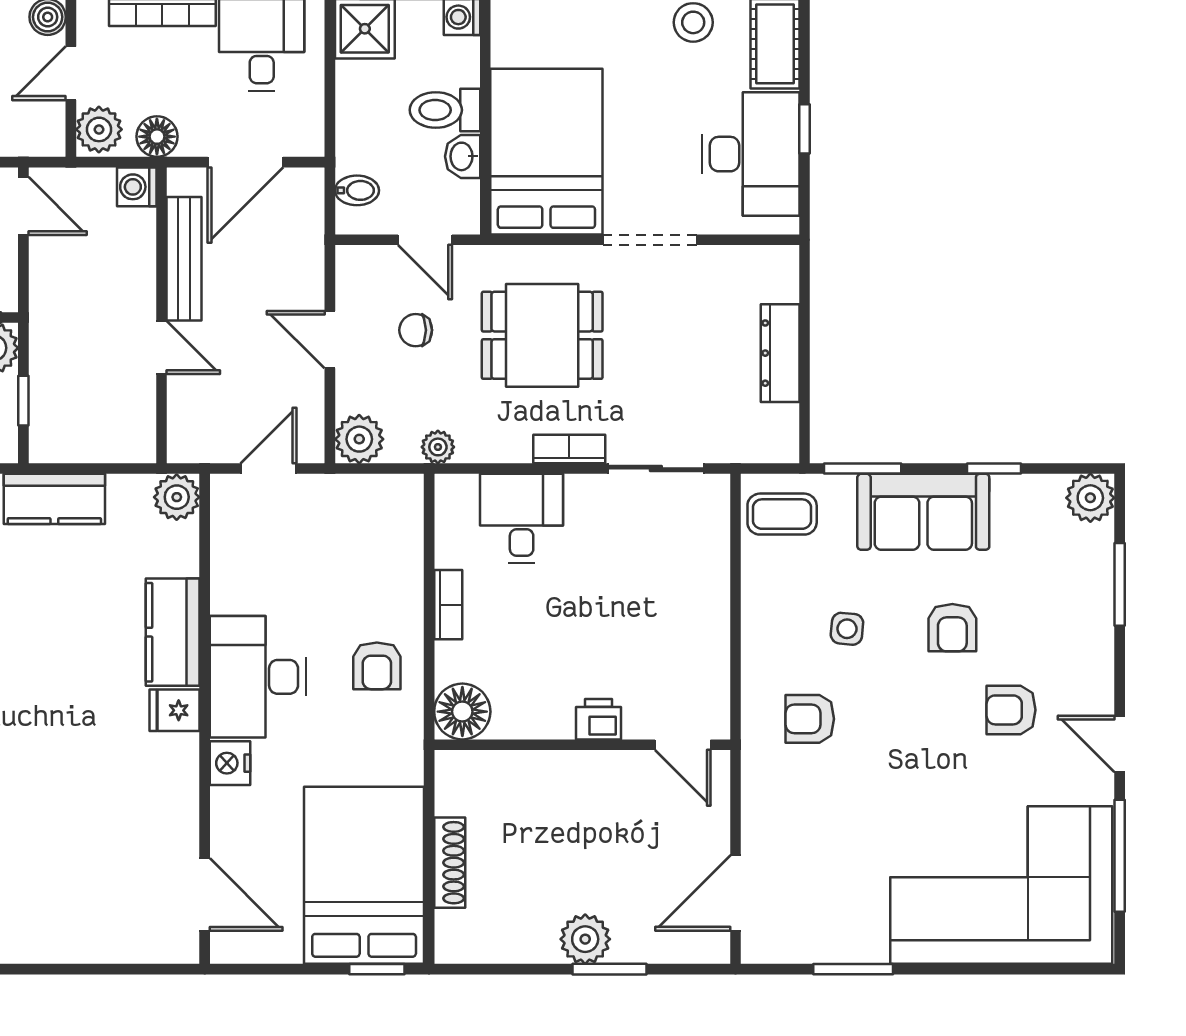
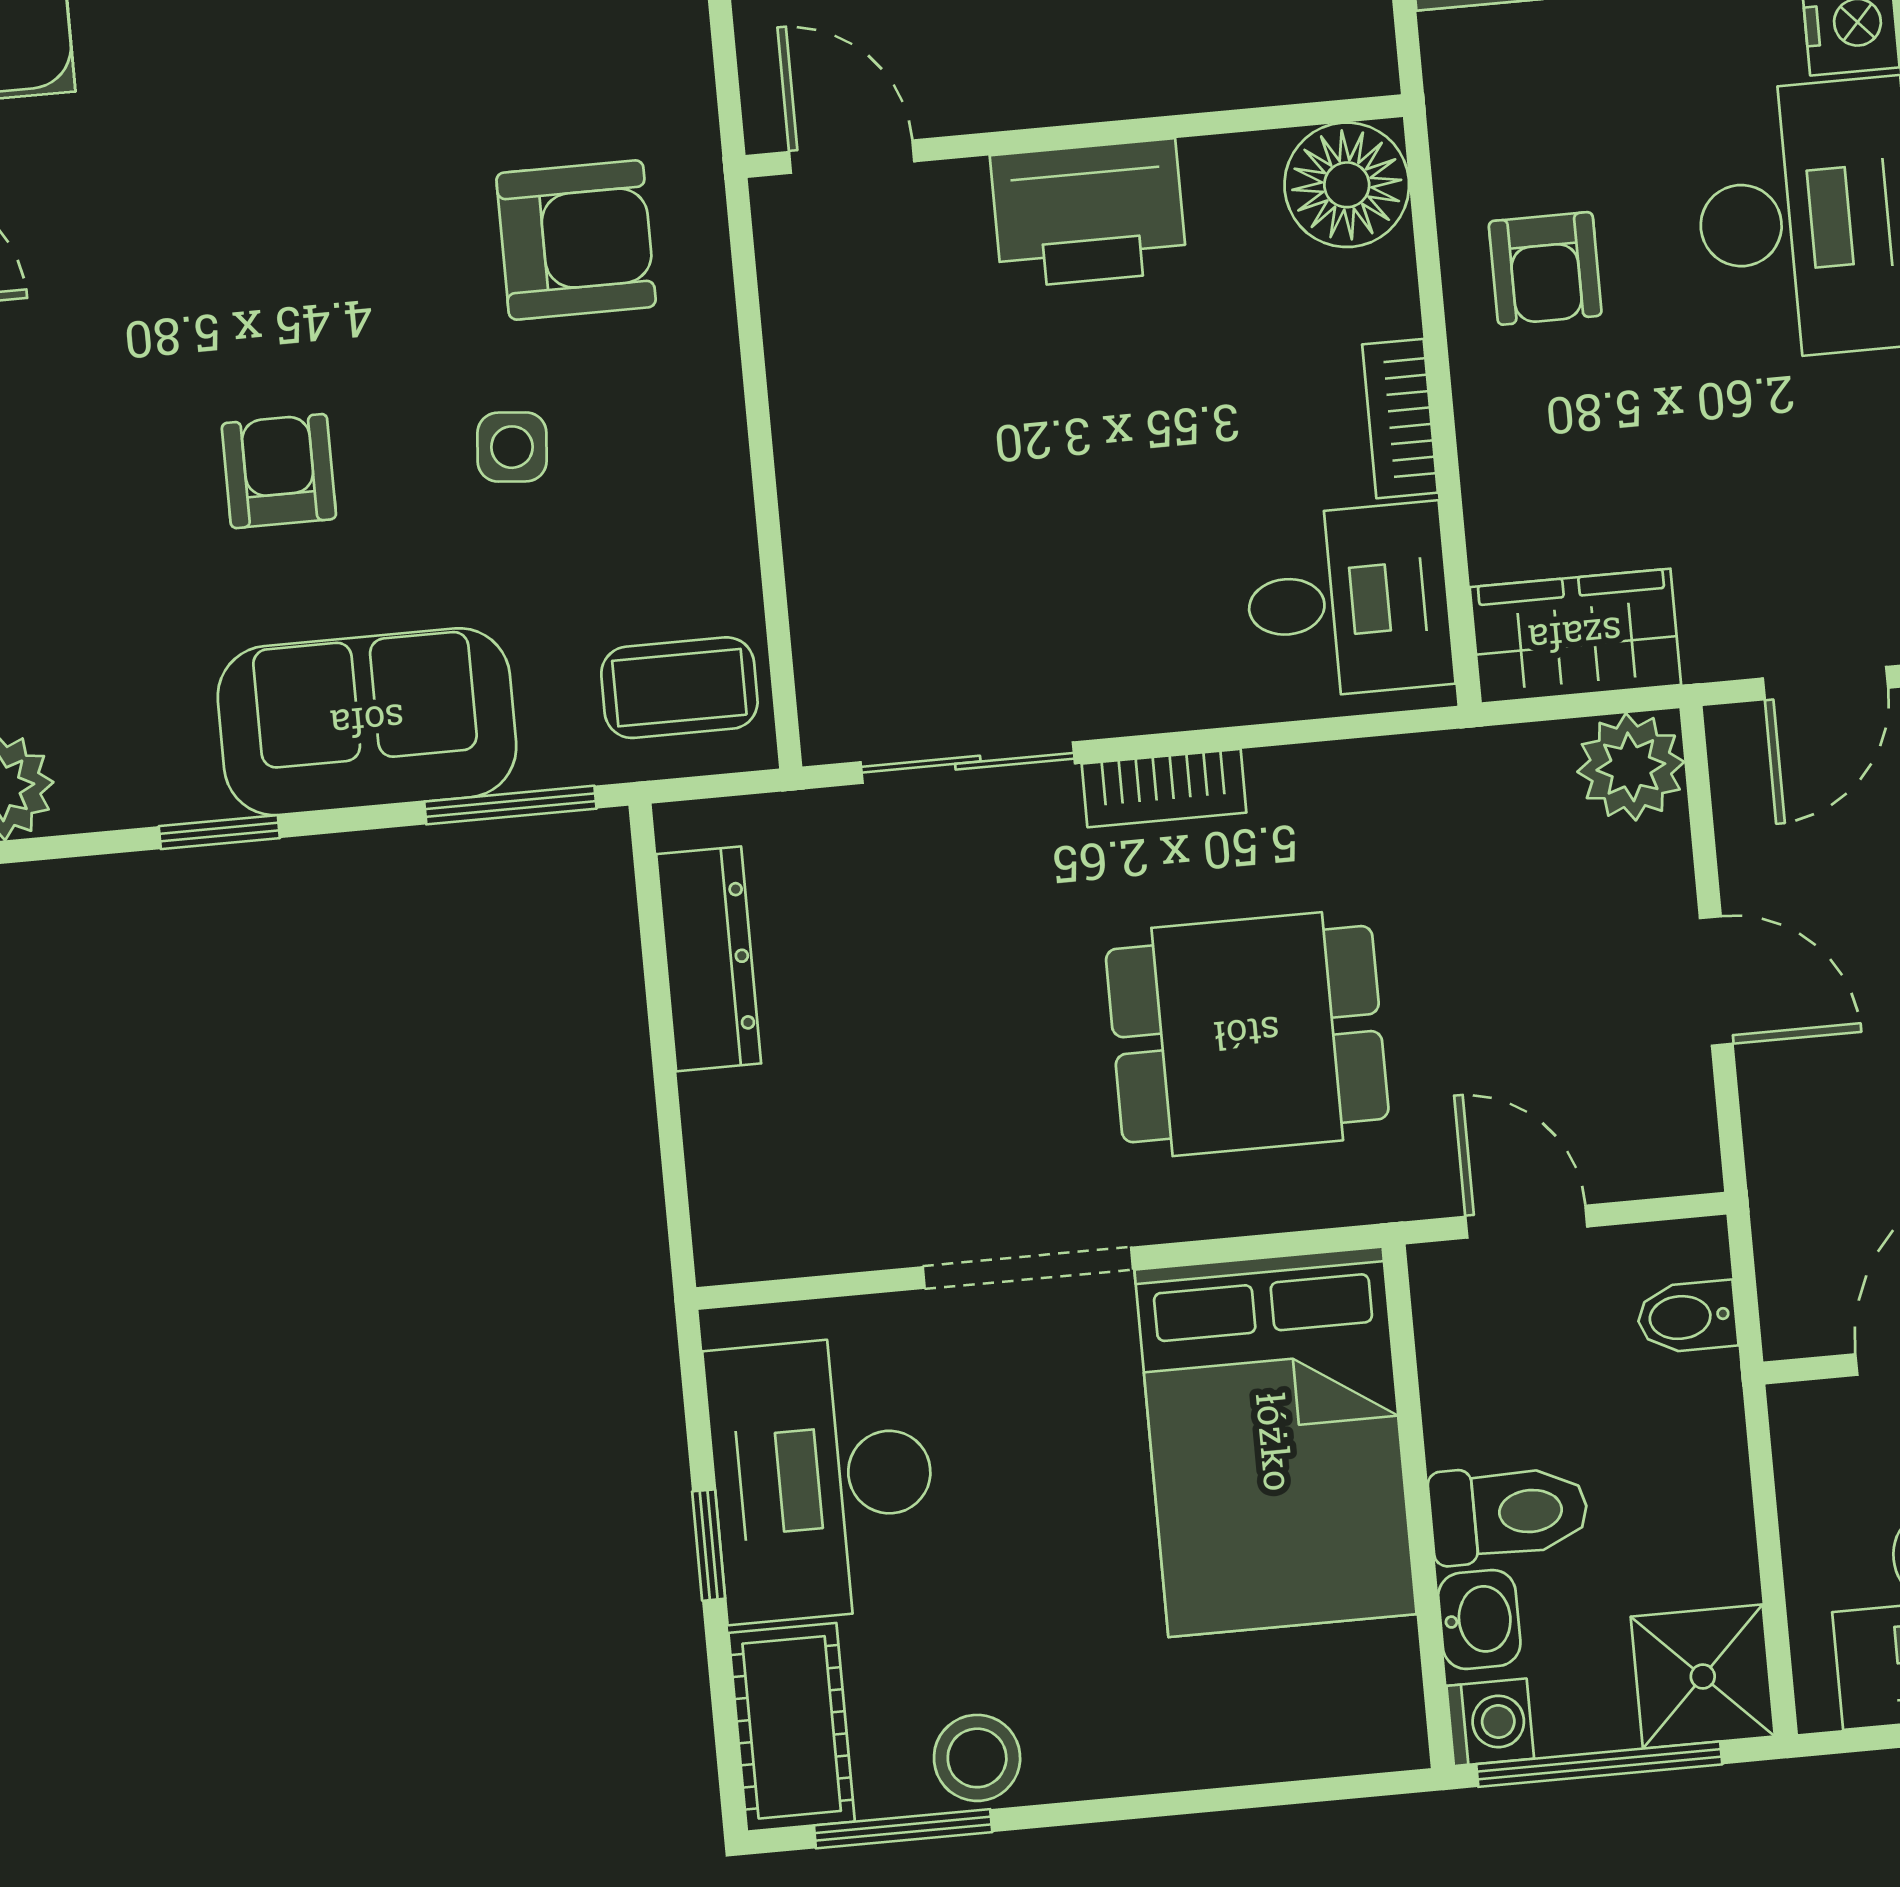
washbasin: (463, 156) -> (1479, 1619), moved
chair: (416, 330) -> (1528, 1020), removed
dresser: (780, 353) -> (709, 959), moved
plant: (438, 447) -> (1455, 765), removed
wardrobe: (379, 500) -> (1575, 636), added
desk: (522, 518) -> (1348, 601), moved, turned -90
armchair: (377, 666) -> (1545, 268), turned 180
armchair: (1011, 710) -> (132, 301), removed
printer: (599, 719) -> (1089, 213), width x1.87, depth x1.48
armchair: (810, 719) -> (576, 240), width x1.38, depth x1.38

